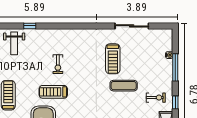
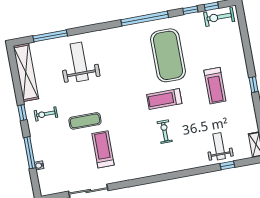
window: (30, 26) -> (227, 165), moved
treadmill: (53, 92) -> (164, 99), turned 180

